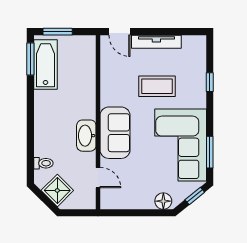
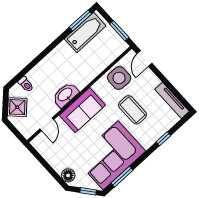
window: (58, 32) -> (119, 31), moved
tv unit: (156, 42) -> (172, 100), moved
side table: (116, 72) -> (119, 78), added

